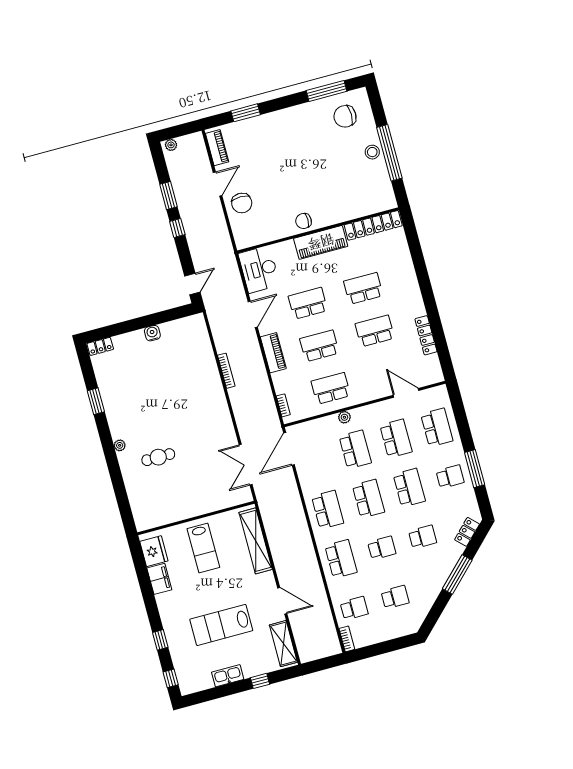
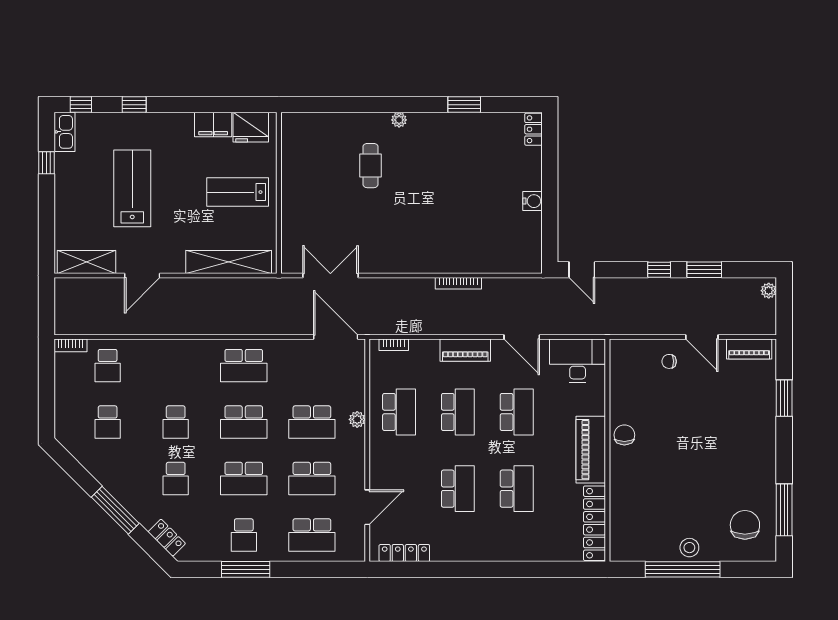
chair: (242, 203) -> (669, 361), width x0.54, depth x0.54
locker: (426, 335) -> (404, 553), moved
school desk: (341, 559) -> (176, 366), removed
kitchen sink: (228, 676) -> (65, 132), moved
window: (260, 681) -> (46, 163), moved

